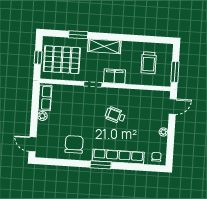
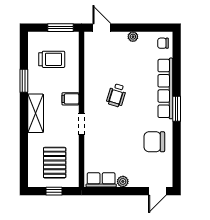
window: (78, 35) -> (24, 81), moved
pallet: (62, 60) -> (55, 163), width x0.73, depth x0.71
filing cabinet: (115, 76) -> (70, 99), width x0.50

